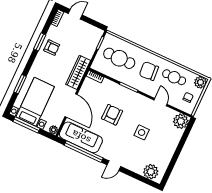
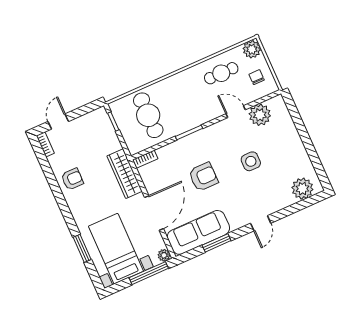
window: (40, 42) -> (55, 187), removed
cafe table: (119, 58) -> (148, 115), turned 90
chair: (149, 71) -> (190, 95), removed
door: (71, 105) -> (154, 213), hinge flipped
armchair: (112, 115) -> (203, 177), turned 90
plant: (181, 121) -> (260, 115), moved
window: (27, 125) -> (149, 273), moved
window: (84, 152) -> (217, 243), width x0.47

